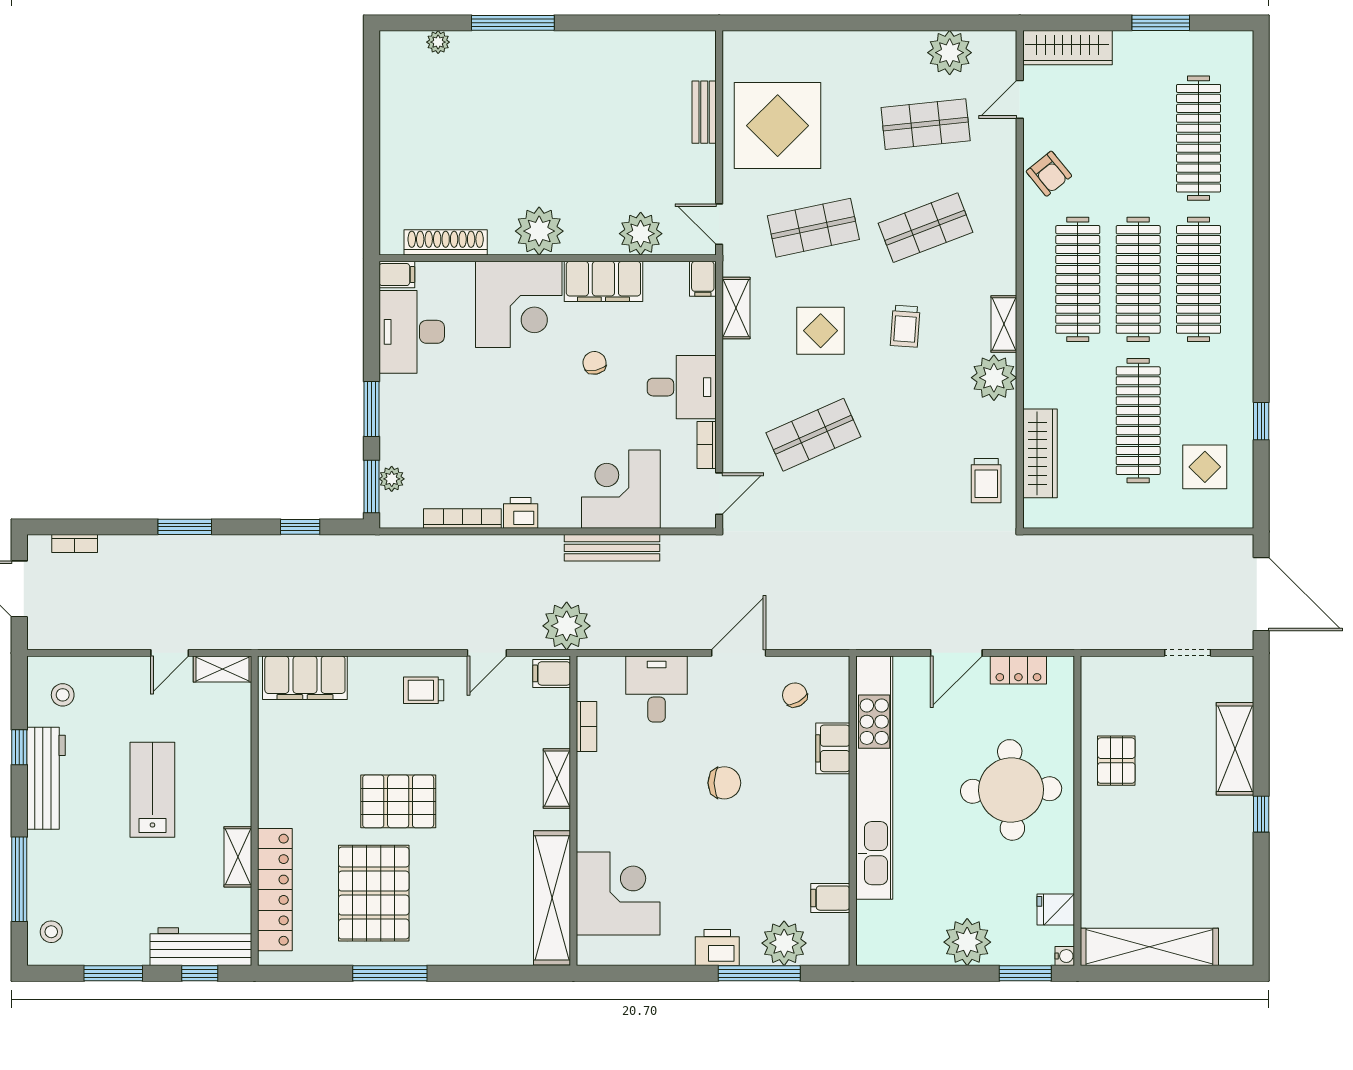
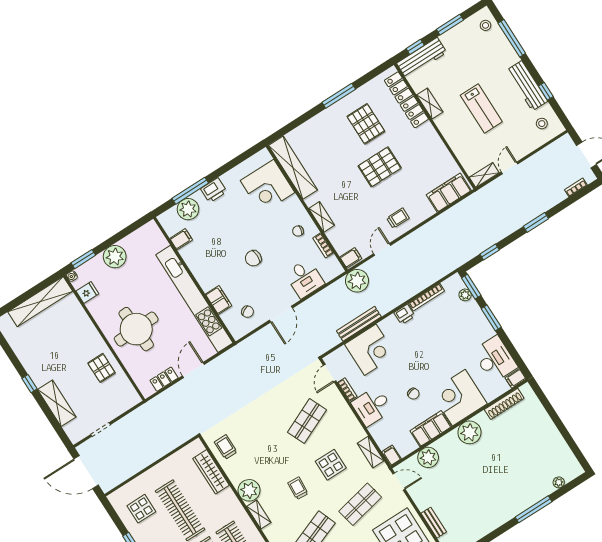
chair: (614, 780) -> (298, 231), added
pallet: (374, 893) -> (366, 124), width x0.73, depth x0.71

